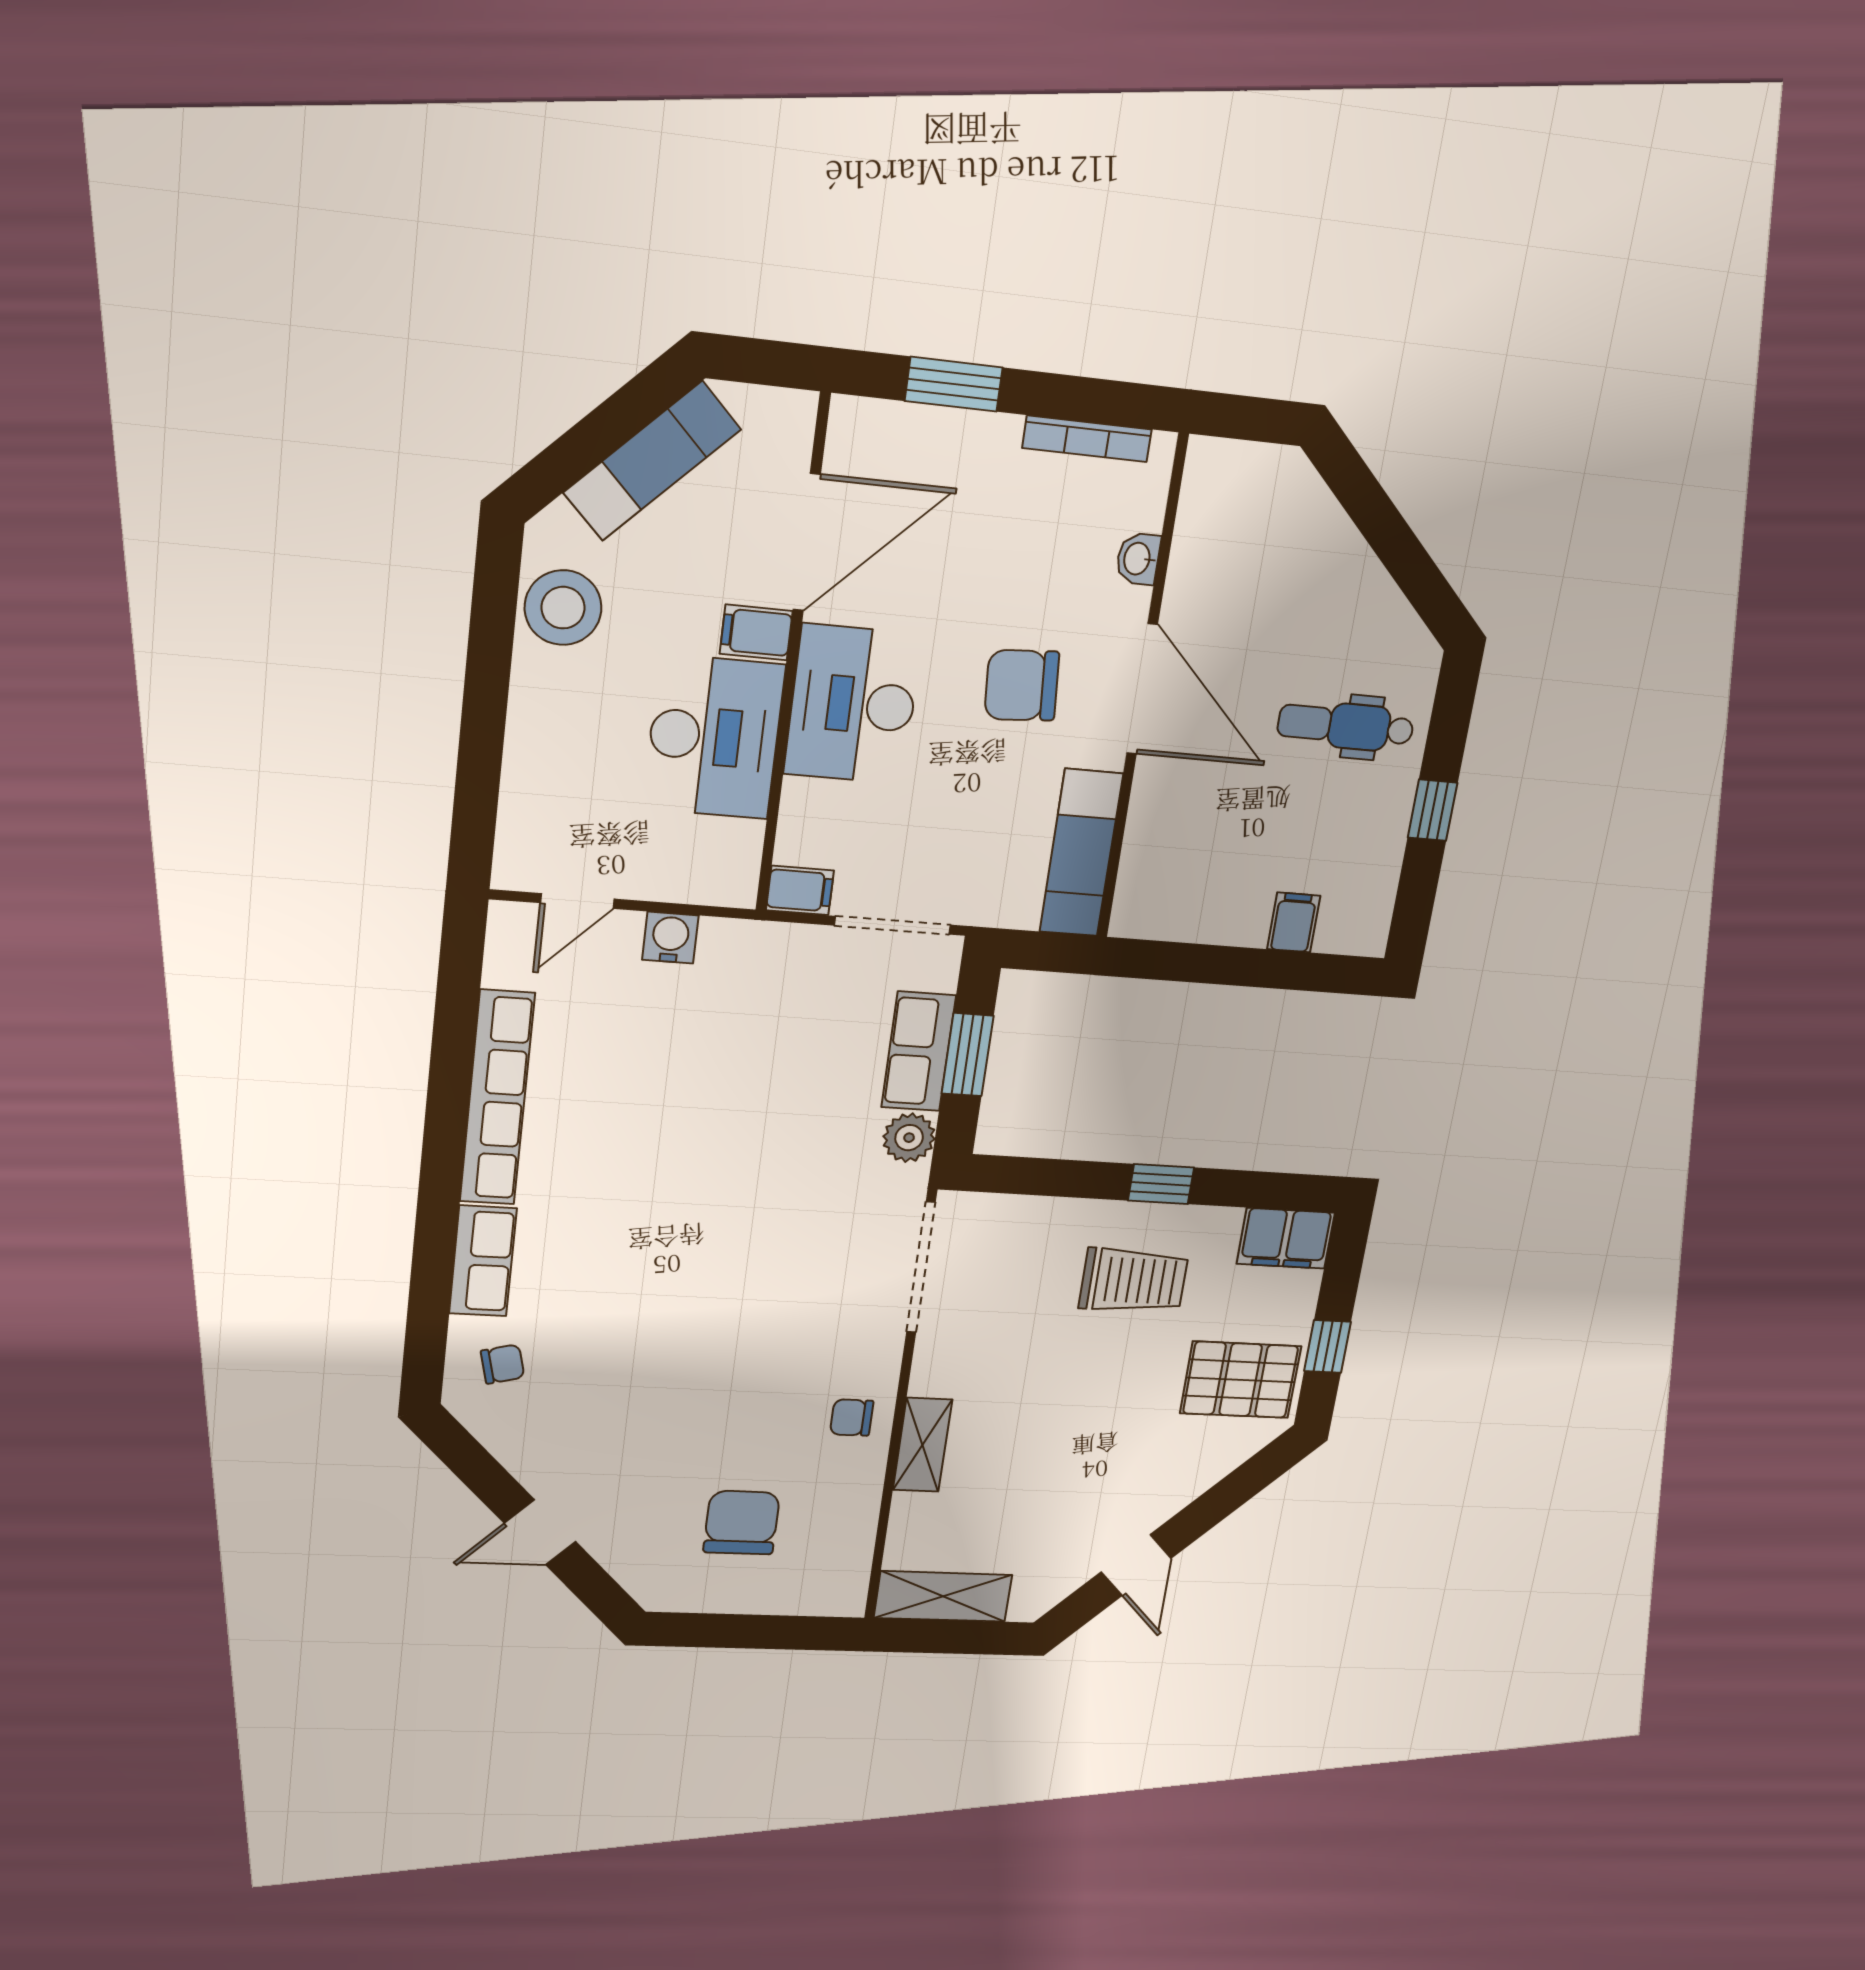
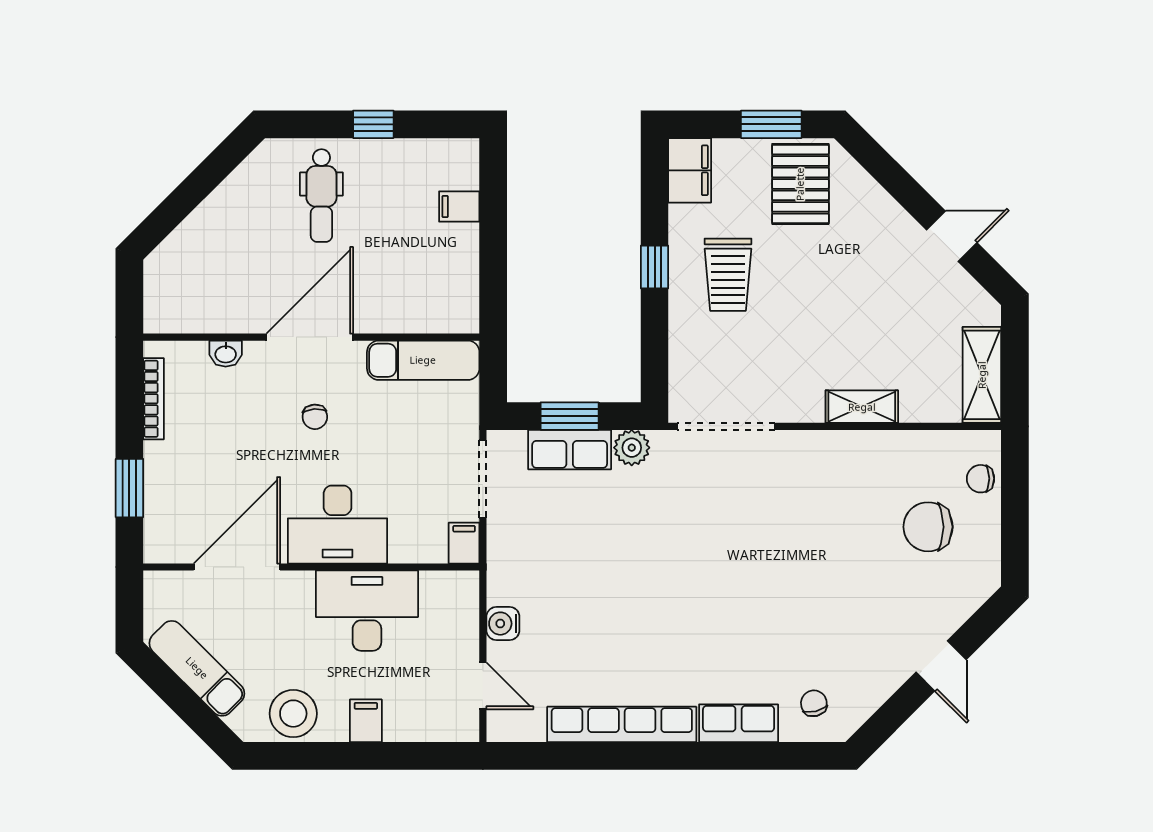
door: (807, 542) -> (237, 567), hinge flipped
filing cabinet: (756, 632) -> (366, 721), moved, turned 180
chair: (1022, 685) -> (315, 417), width x0.54, depth x0.54
trolley: (1133, 1280) -> (728, 275), turned 180
window: (1328, 1346) -> (771, 124), width x1.50
chair: (852, 1418) -> (981, 479), moved, turned 90

